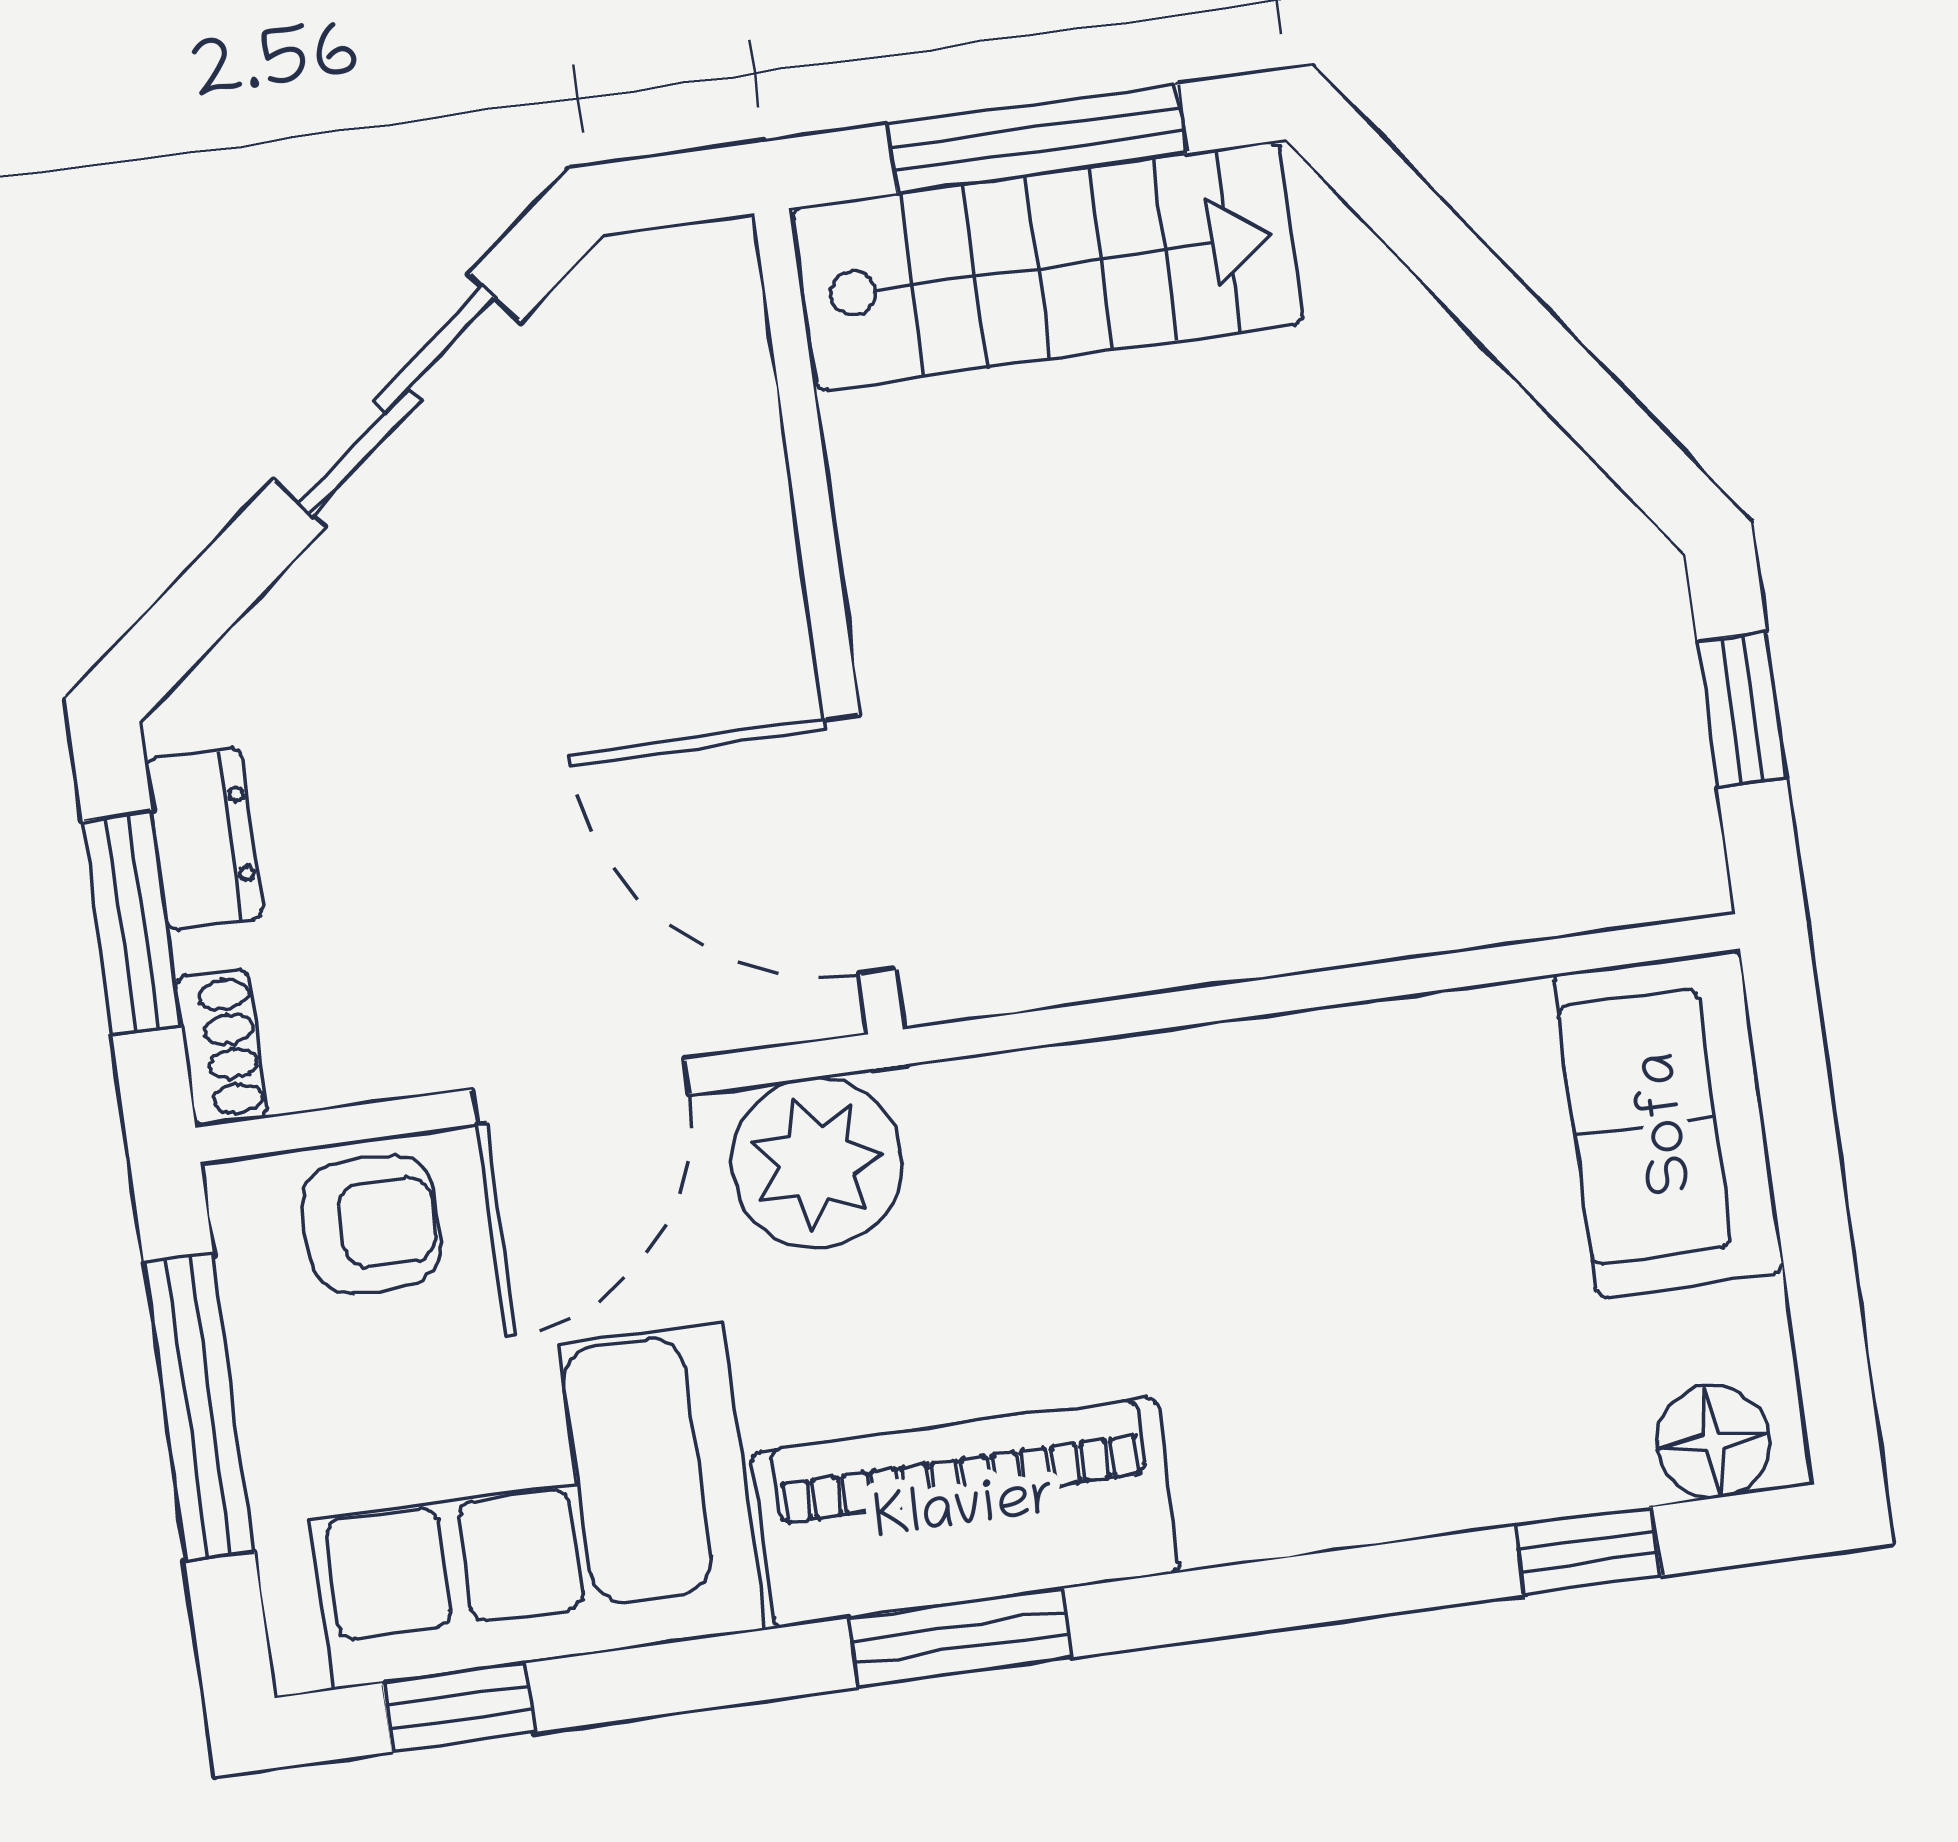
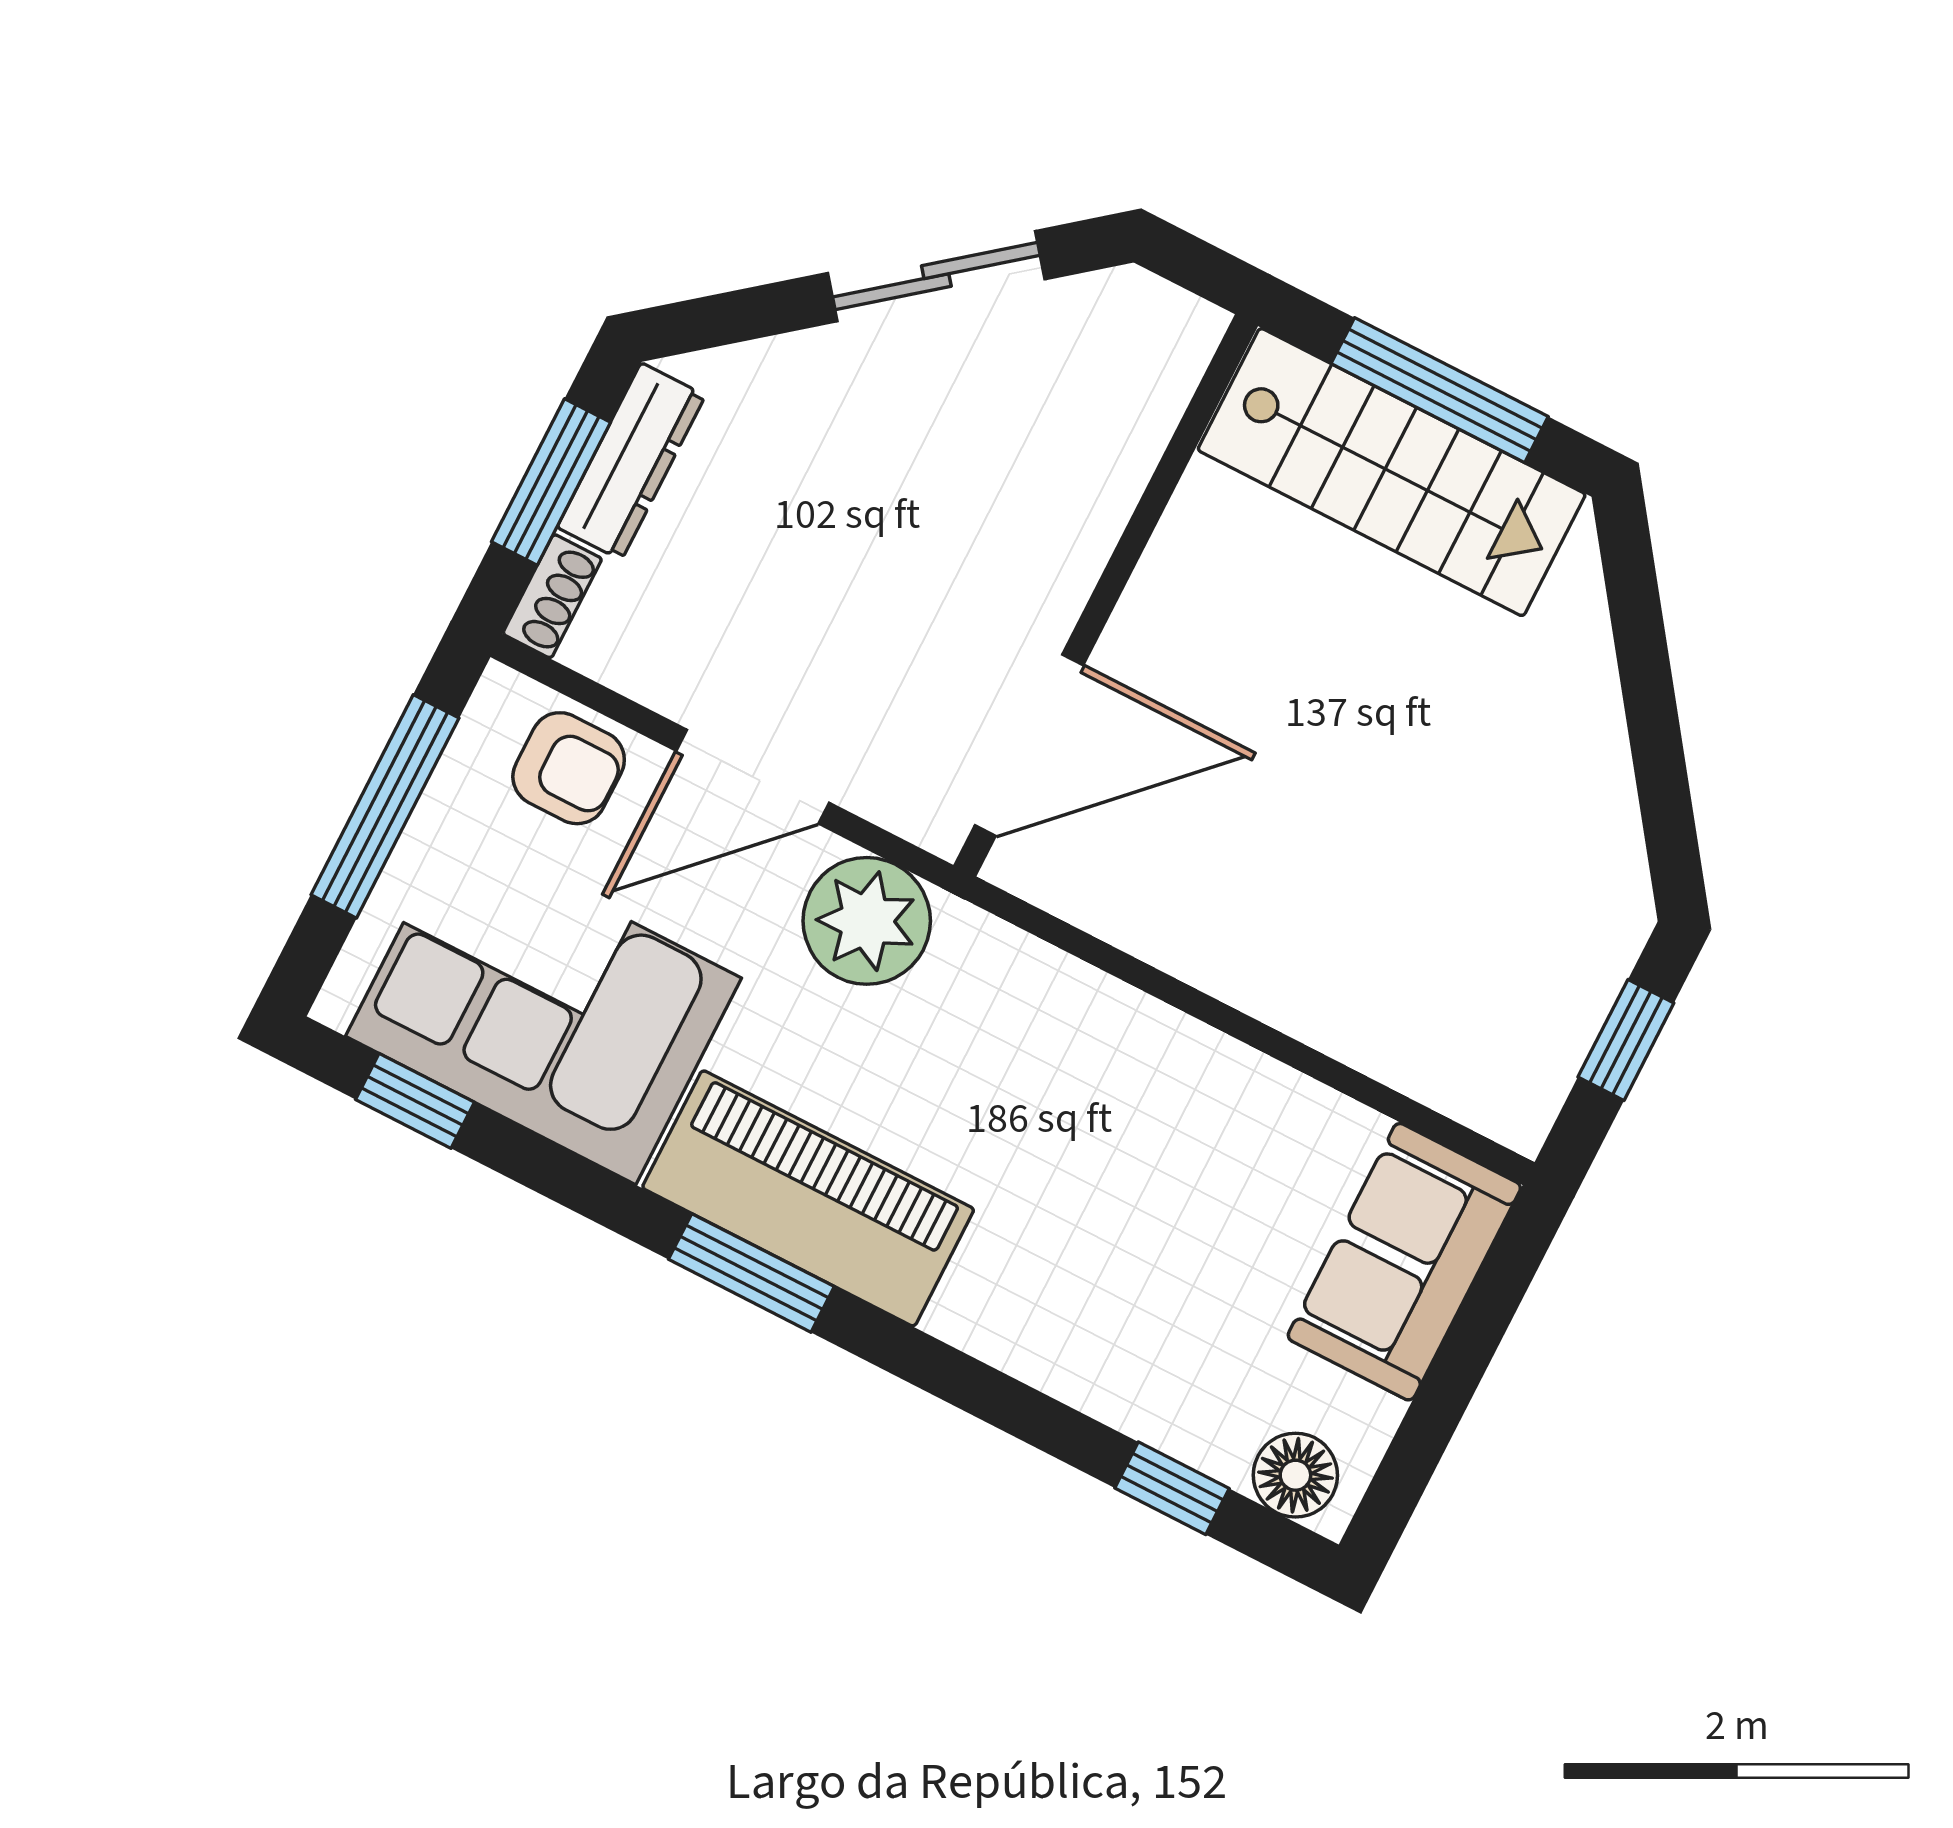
dresser: (204, 839) -> (631, 461), width x1.44
door: (859, 845) -> (1029, 745), swing flipped

